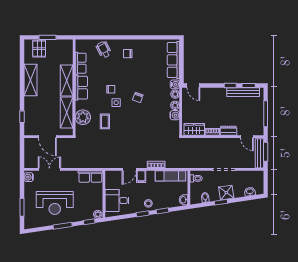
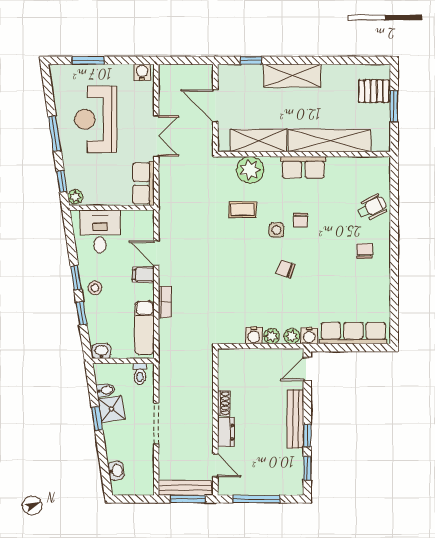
row of seats: (81, 63) -> (347, 166), removed
shelving: (30, 80) -> (292, 76), moved
shelving: (67, 80) -> (329, 141), width x1.47
bench: (243, 92) -> (295, 419), moved
wardrobe: (194, 129) -> (228, 371), removed
door: (47, 137) -> (215, 106), hinge flipped
door: (247, 137) -> (215, 465), swing flipped
double door: (49, 169) -> (156, 136), moved
shower: (226, 193) -> (111, 409), moved

